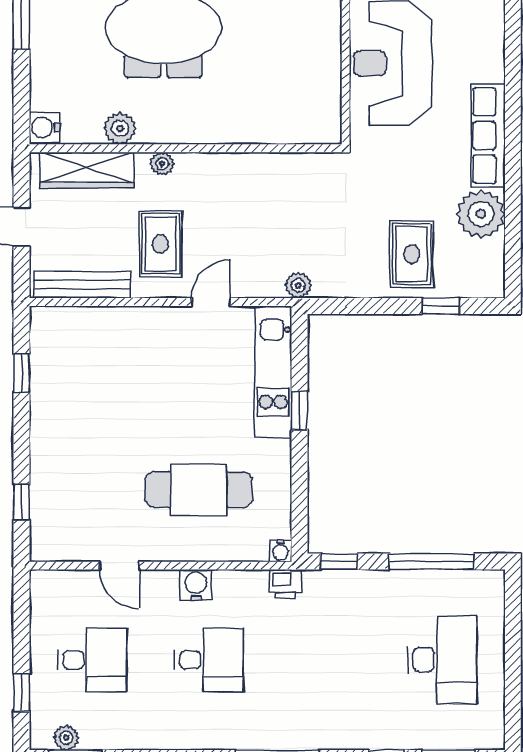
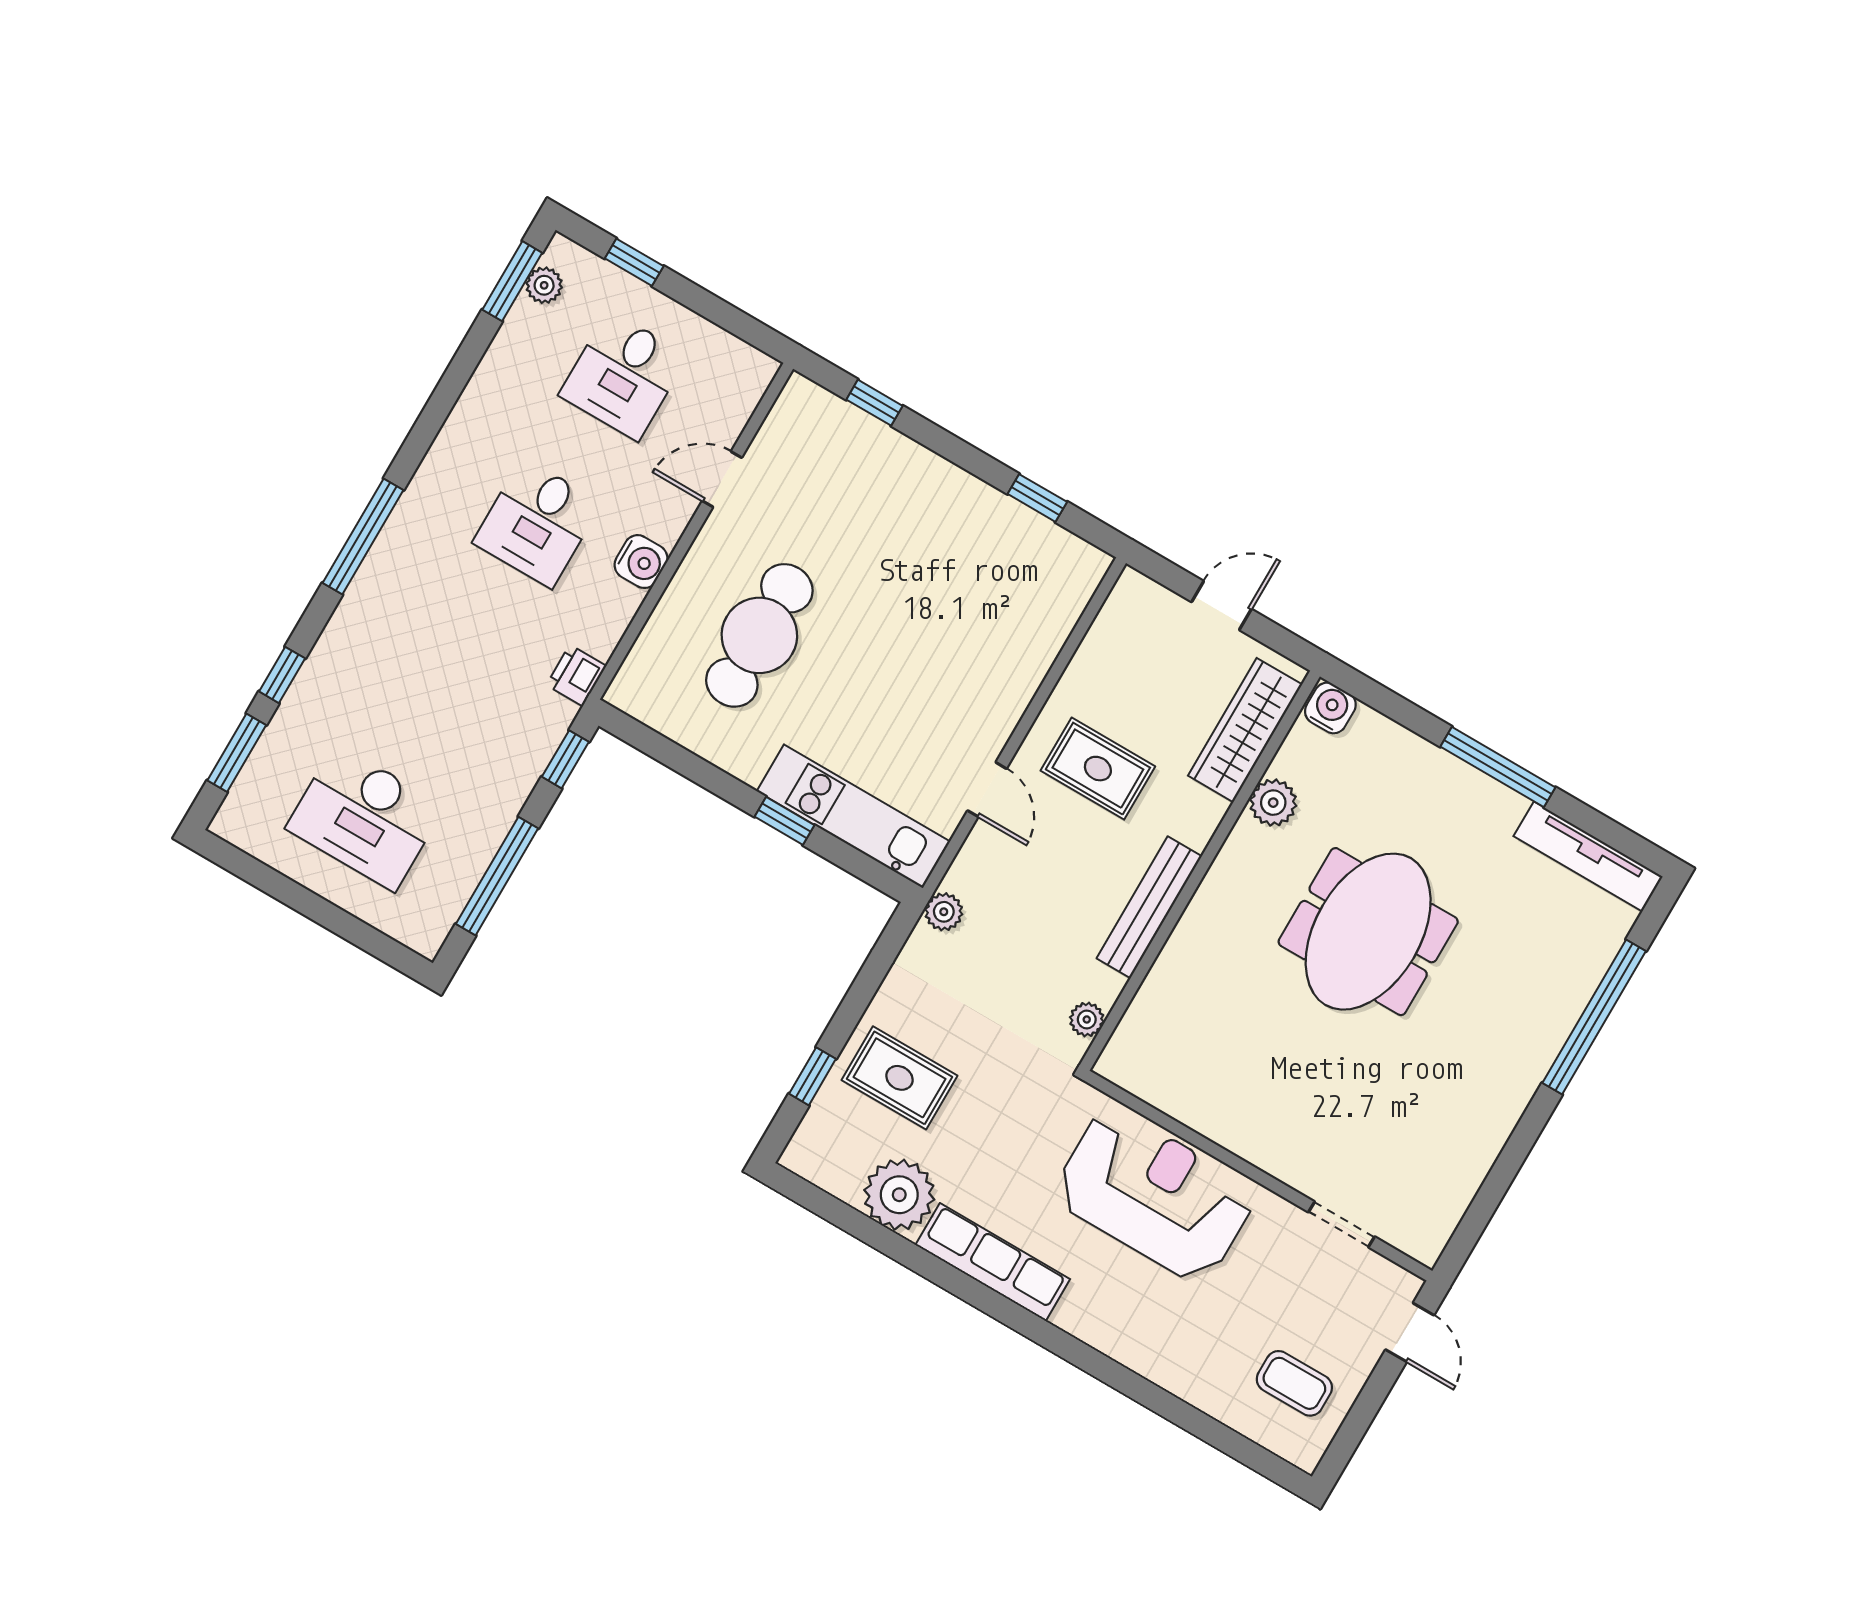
plant: (162, 164) -> (1087, 1019), moved
bench: (82, 285) -> (1149, 907), moved
water cooler: (281, 551) -> (622, 694), removed

